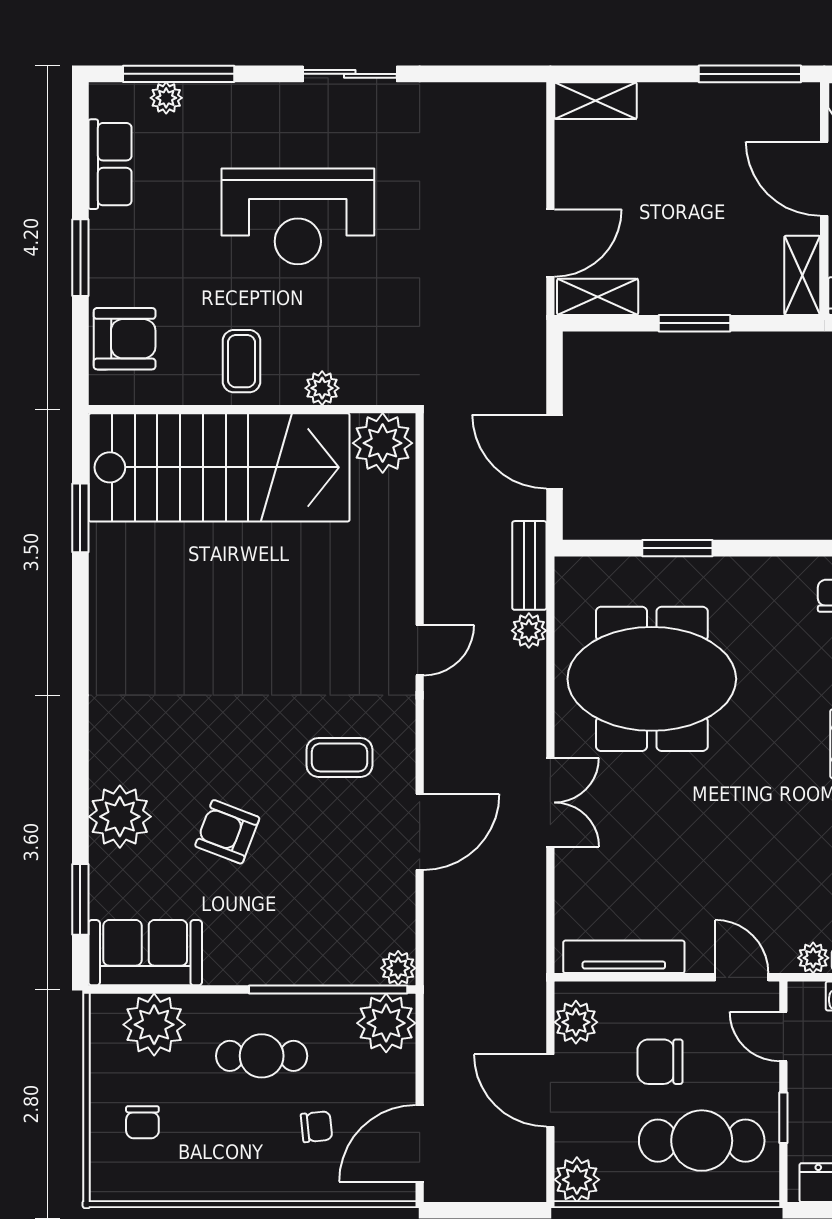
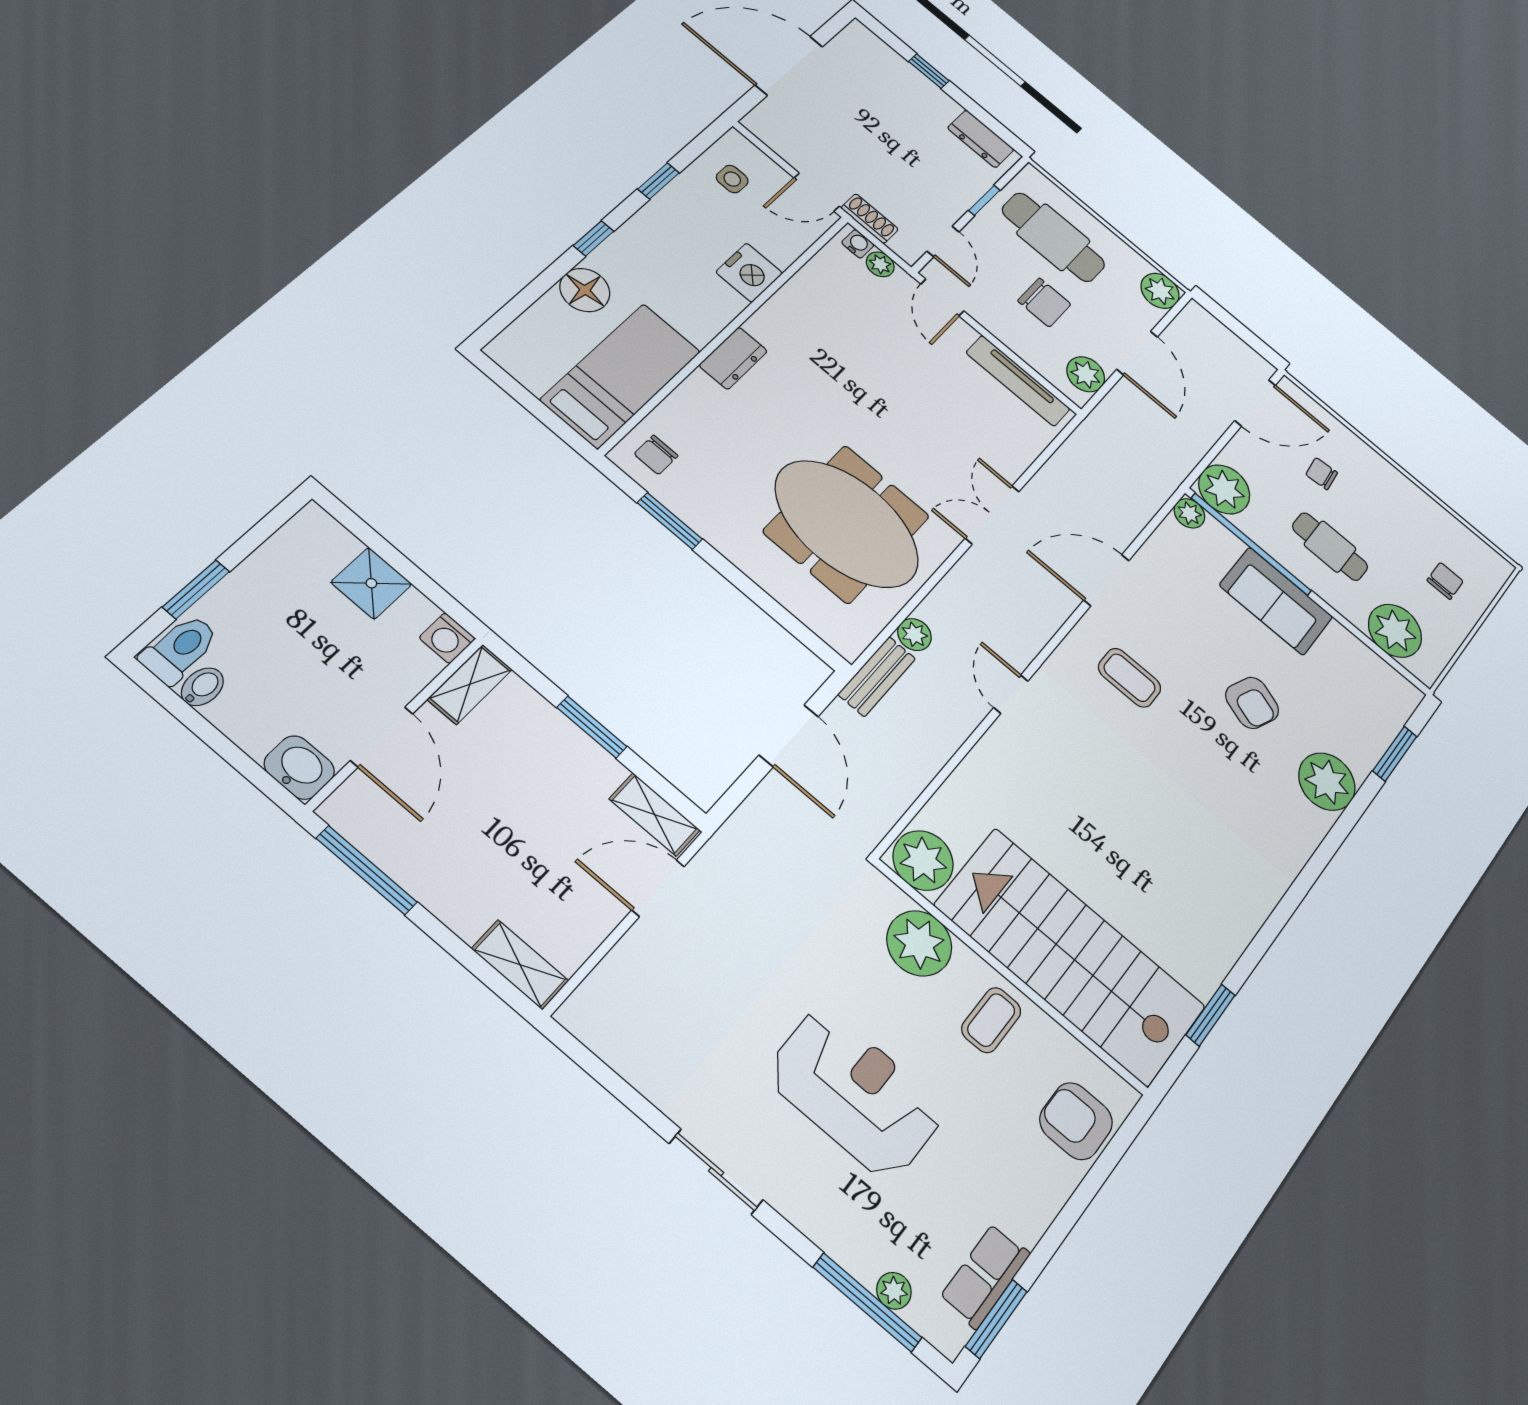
window: (80, 258) -> (996, 1319), moved
plant: (322, 388) -> (919, 943), width x1.88, depth x1.88
window: (677, 548) -> (670, 521), moved
door: (420, 650) -> (1011, 694), hinge flipped
sofa: (145, 953) -> (1276, 601), moved

